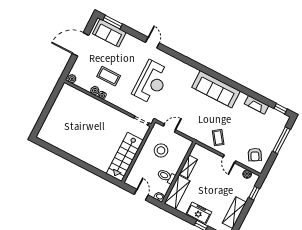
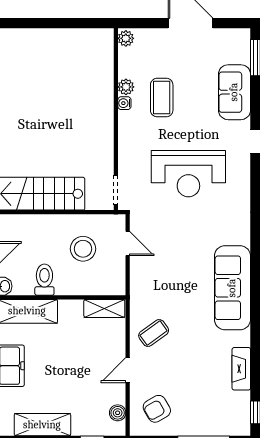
sofa: (109, 33) -> (234, 92), moved
shelving: (188, 167) -> (104, 308), moved

